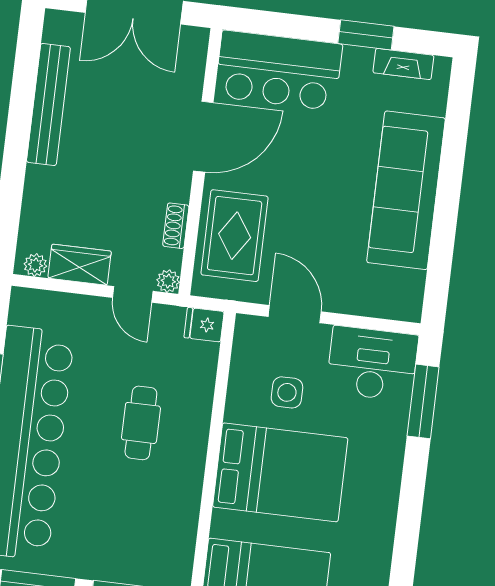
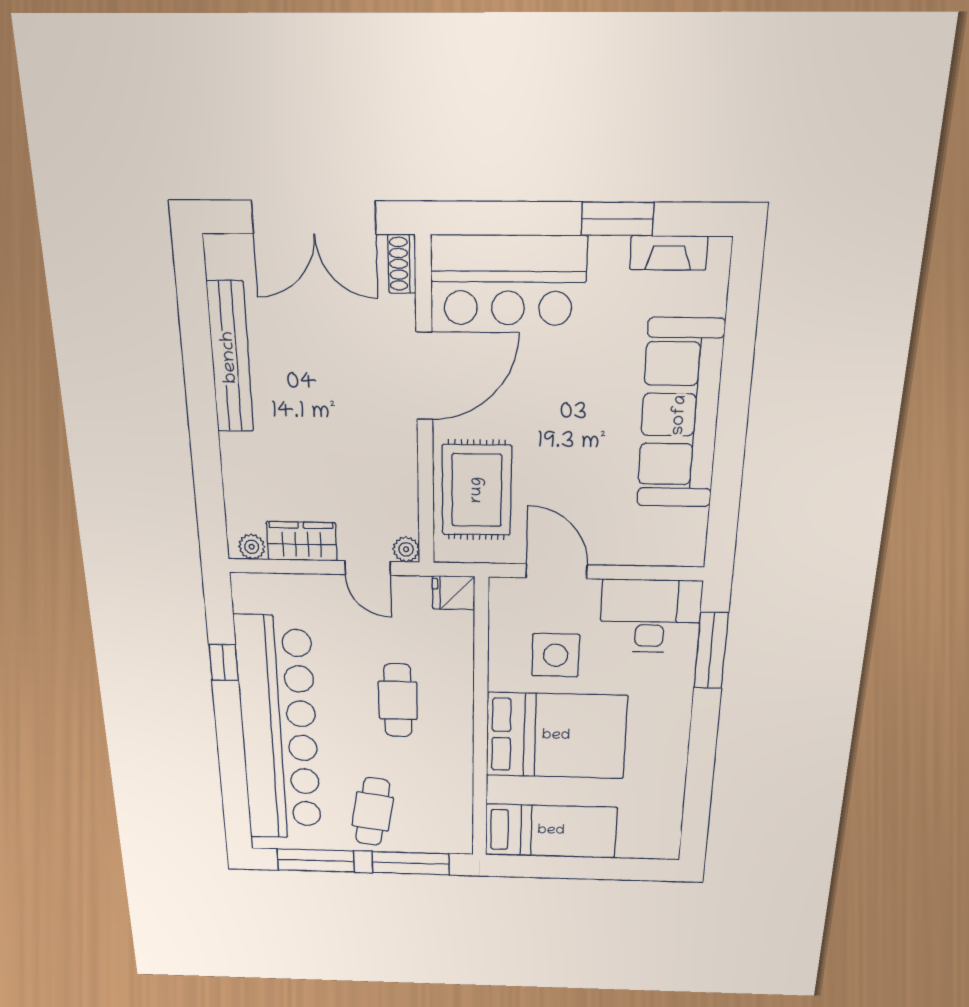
shoe rack: (176, 226) -> (402, 264), moved
side table: (287, 392) -> (556, 655), width x1.37, depth x1.37
cafe table: (101, 536) -> (373, 812), added

